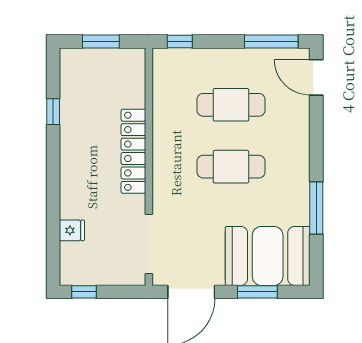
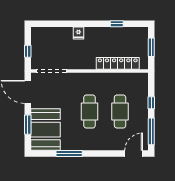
window: (180, 41) -> (151, 103), moved
locker: (133, 151) -> (118, 63), moved
fridge: (72, 230) -> (78, 33), moved
window: (84, 292) -> (28, 51), moved

